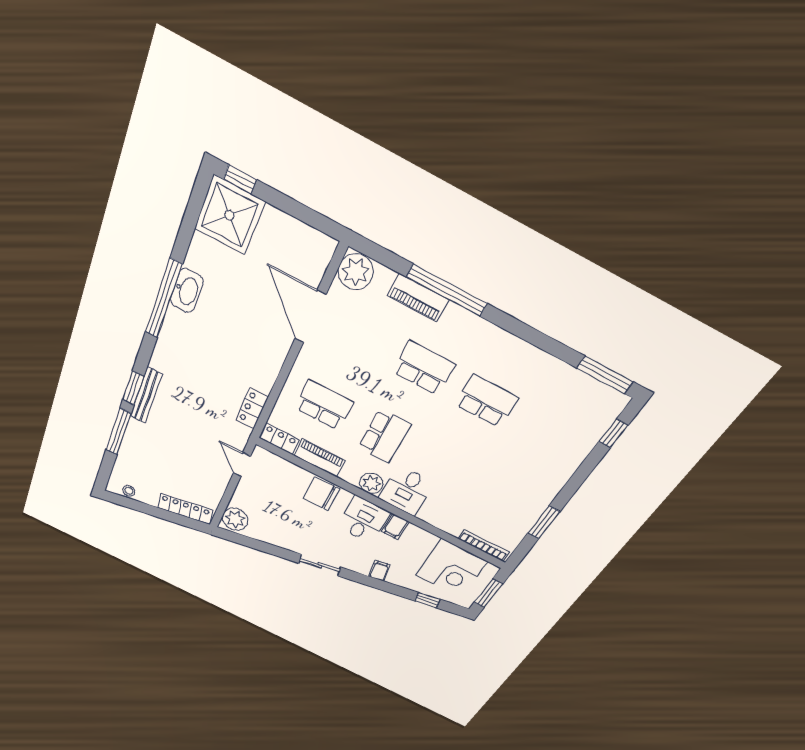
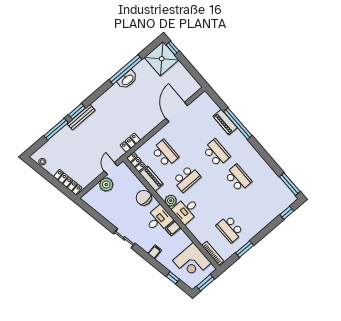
plant: (356, 272) -> (204, 101), removed
window: (164, 299) -> (125, 69), moved
school desk: (503, 497) -> (230, 229), added
plant: (235, 519) -> (106, 184), moved

